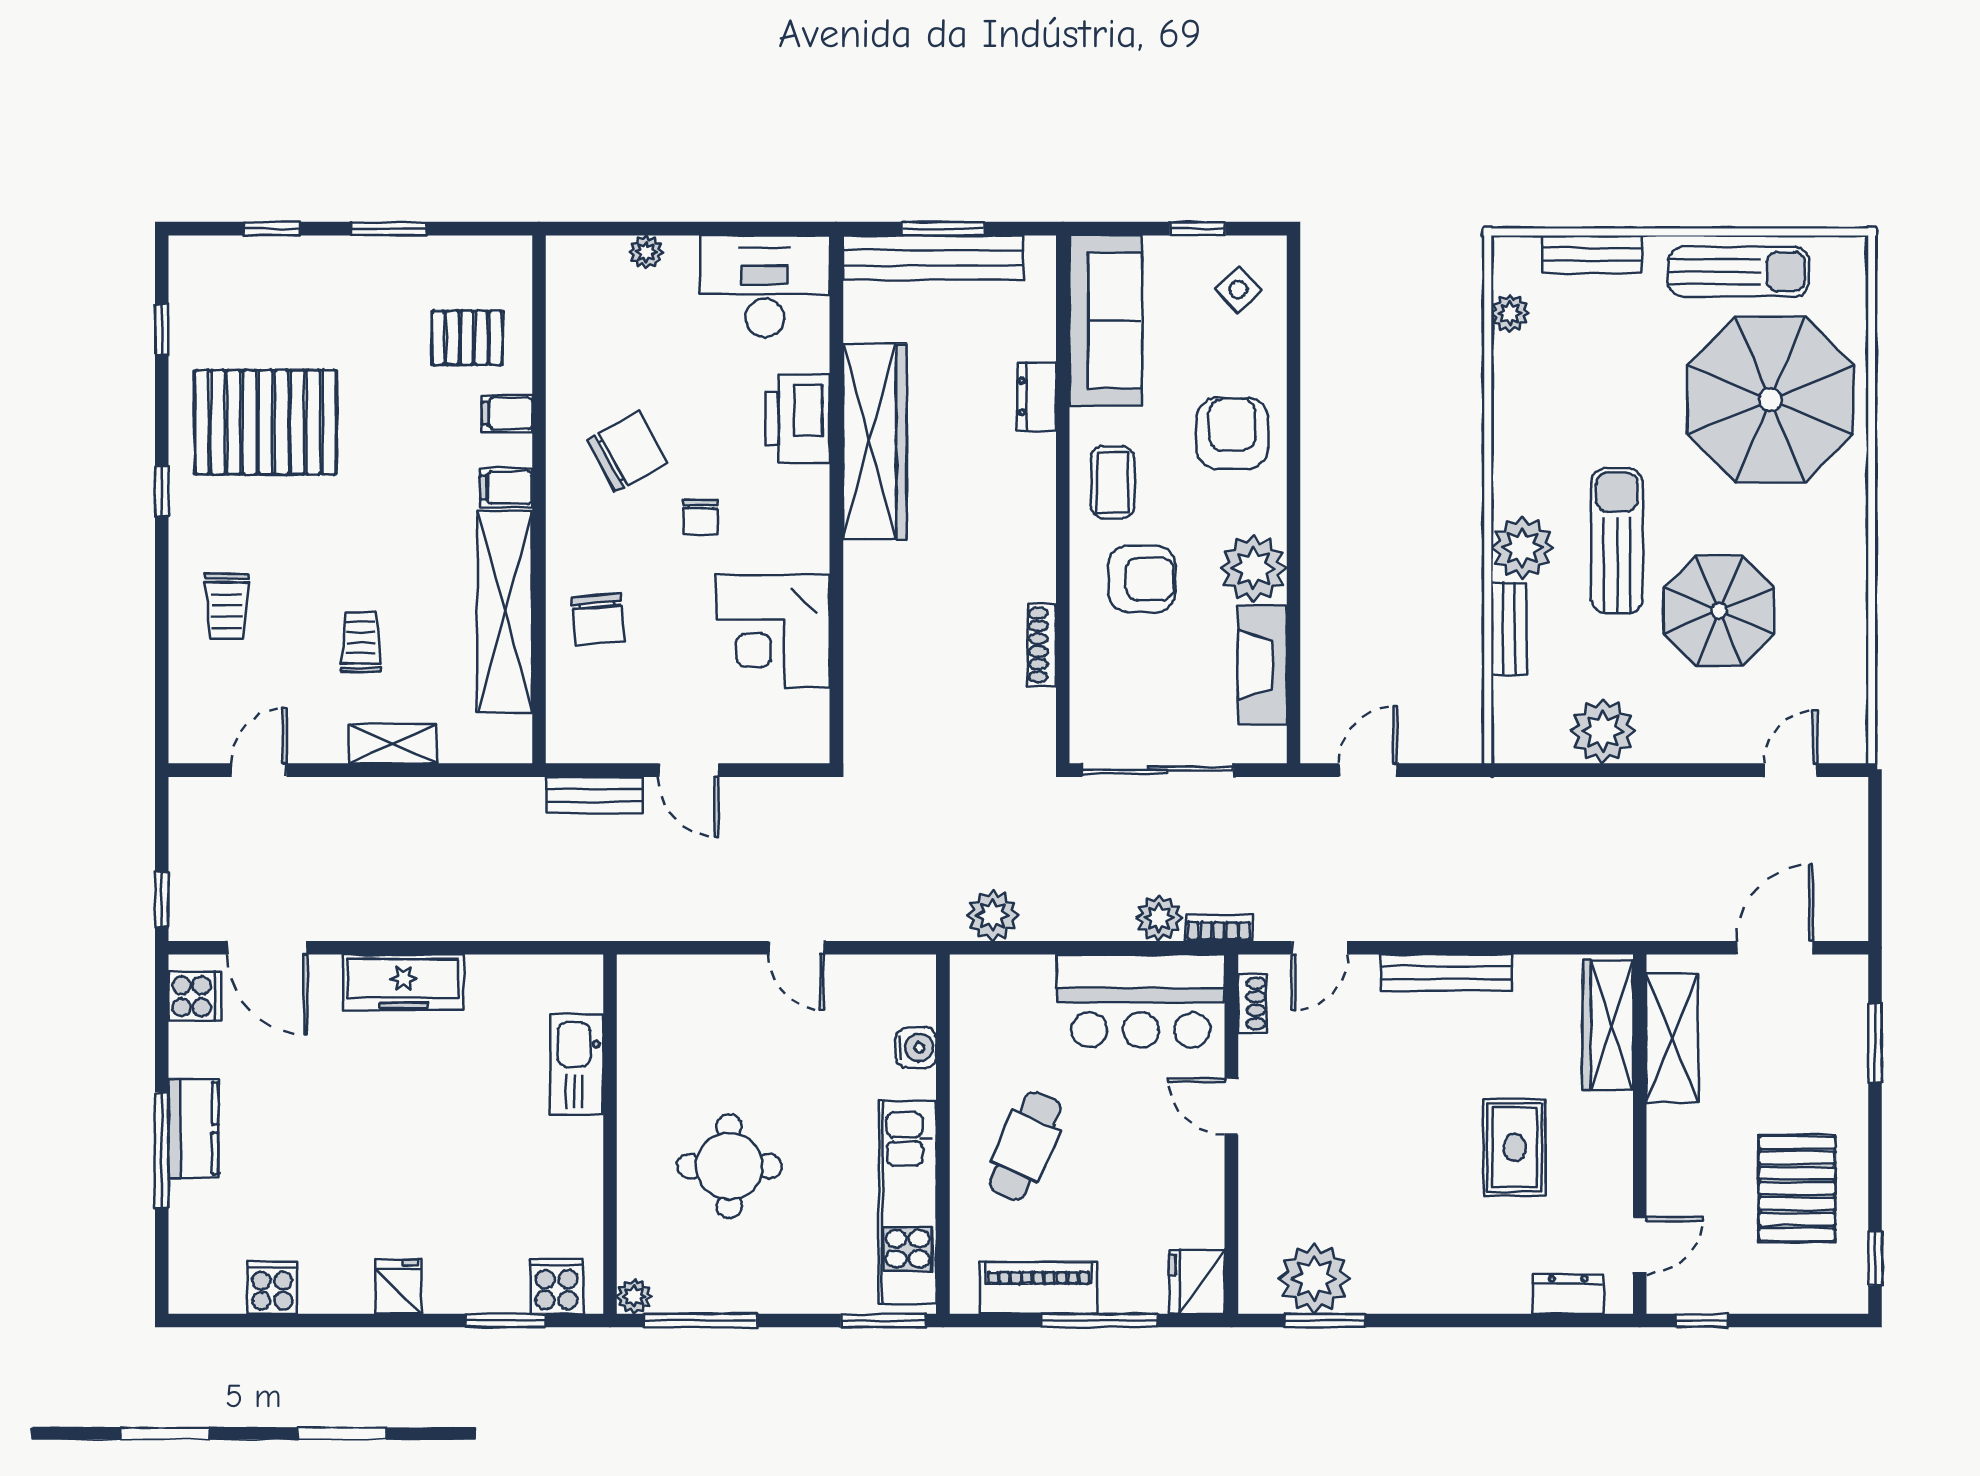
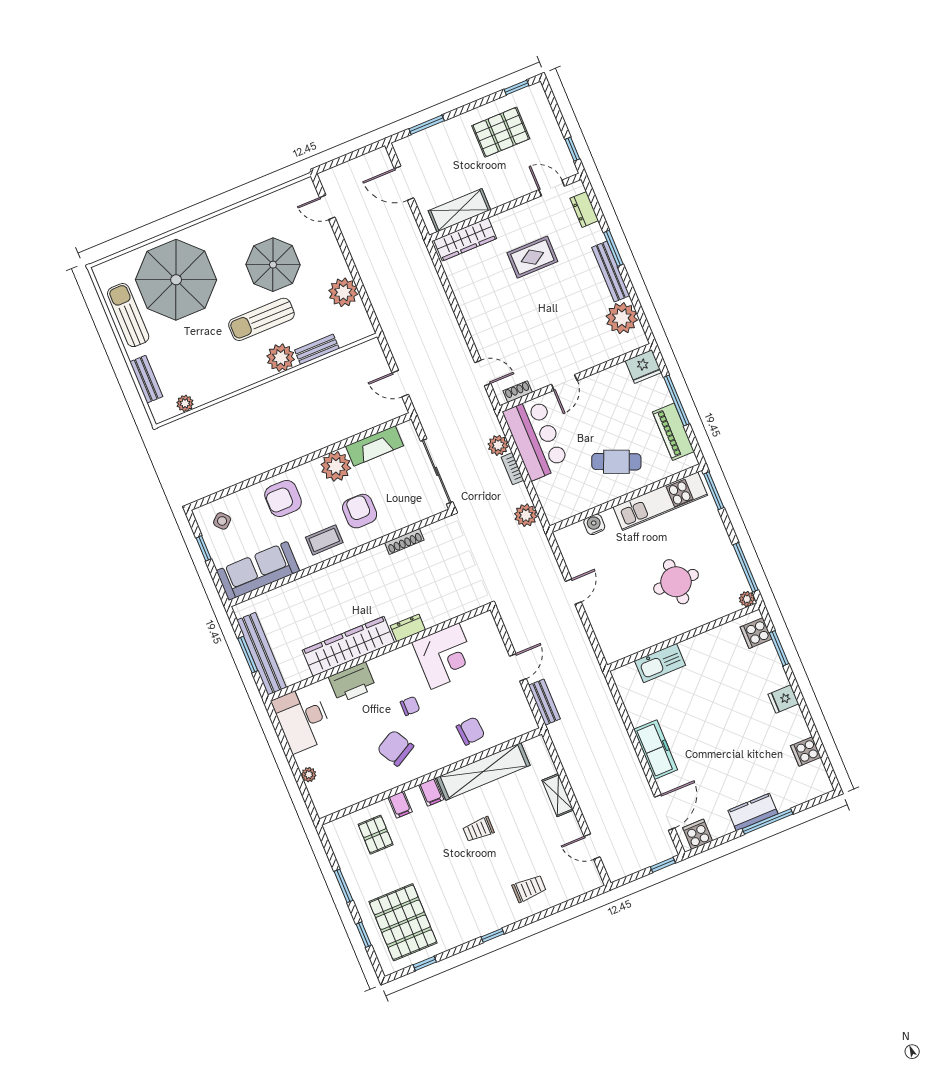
dresser: (1037, 396) -> (408, 628), moved, turned 180
pallet: (266, 422) -> (403, 922), moved
trolley: (361, 642) -> (478, 829), moved
bookcase: (1219, 928) -> (513, 469), moved
bench: (1447, 973) -> (611, 272), moved
window: (1325, 1321) -> (613, 248), moved

